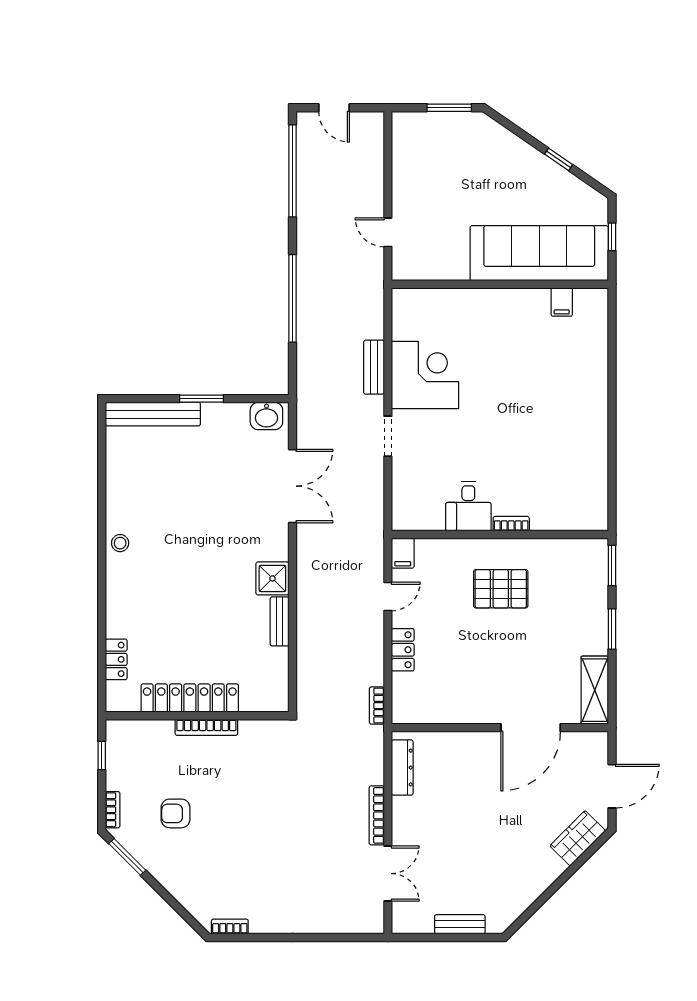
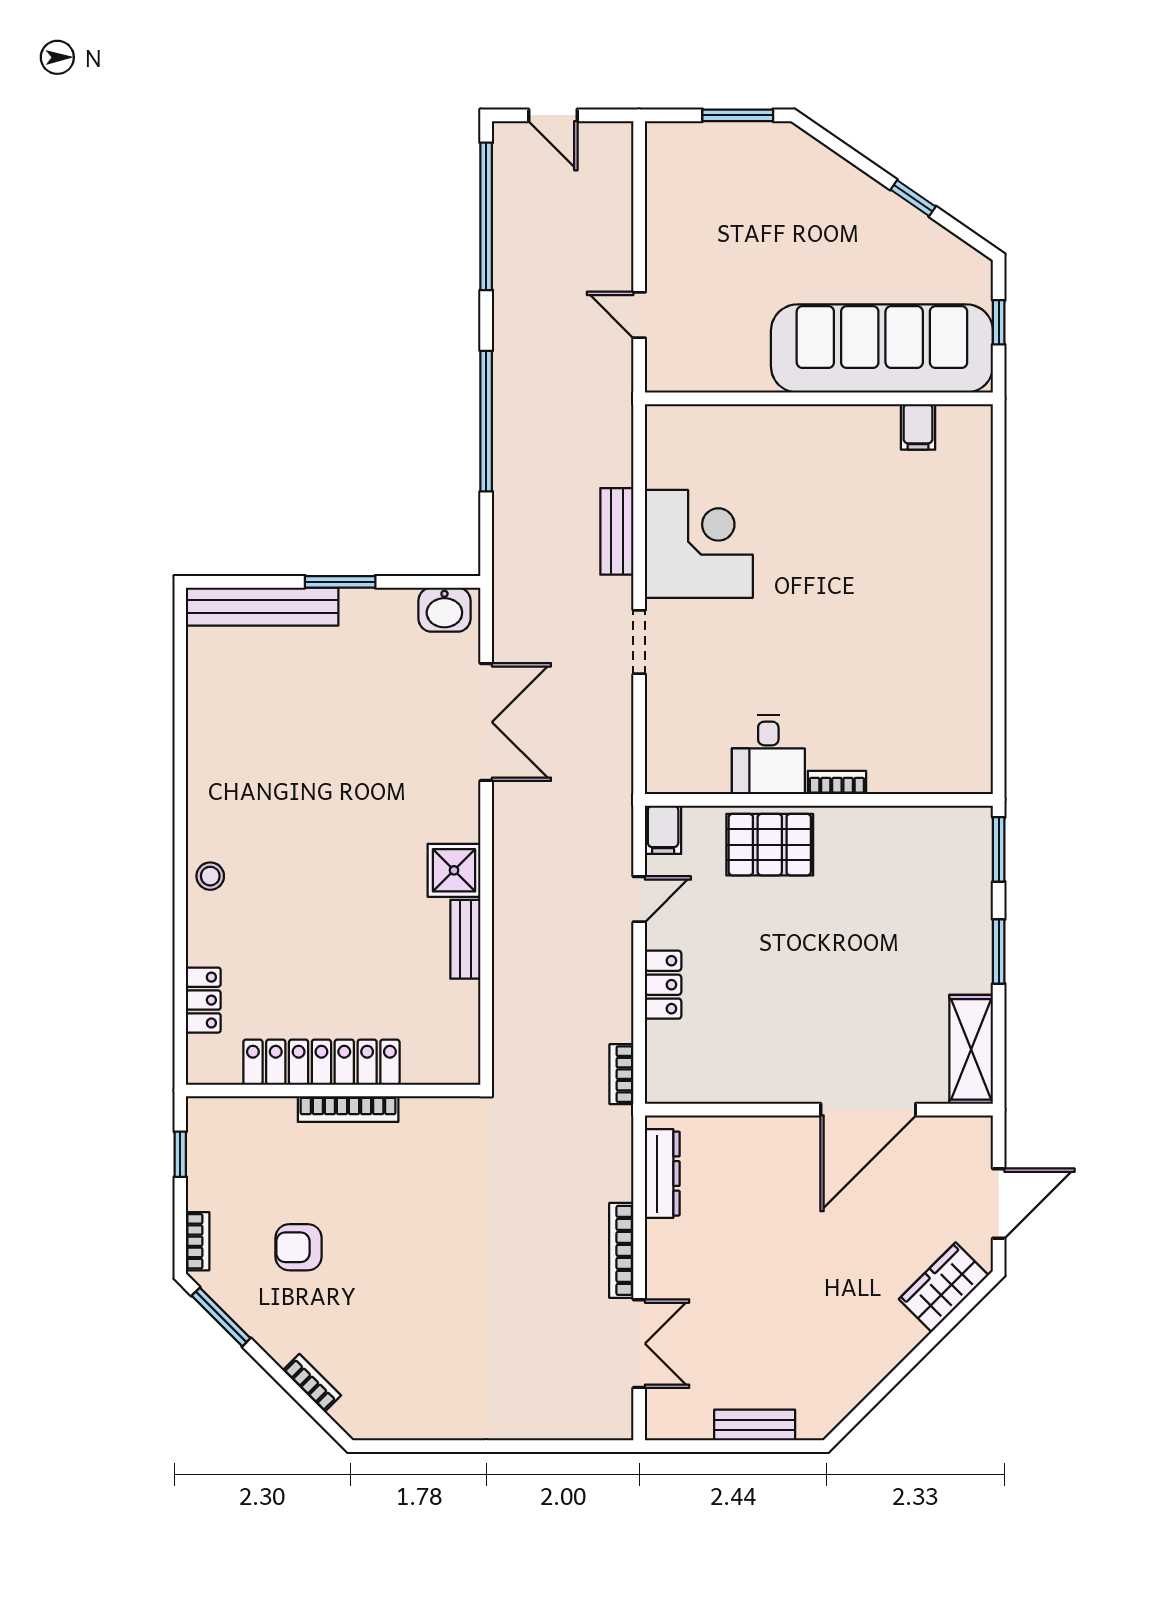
stool: (120, 543) -> (210, 876), moved
pallet: (501, 589) -> (770, 845), moved
bookcase: (230, 926) -> (312, 1383), moved, turned 45

